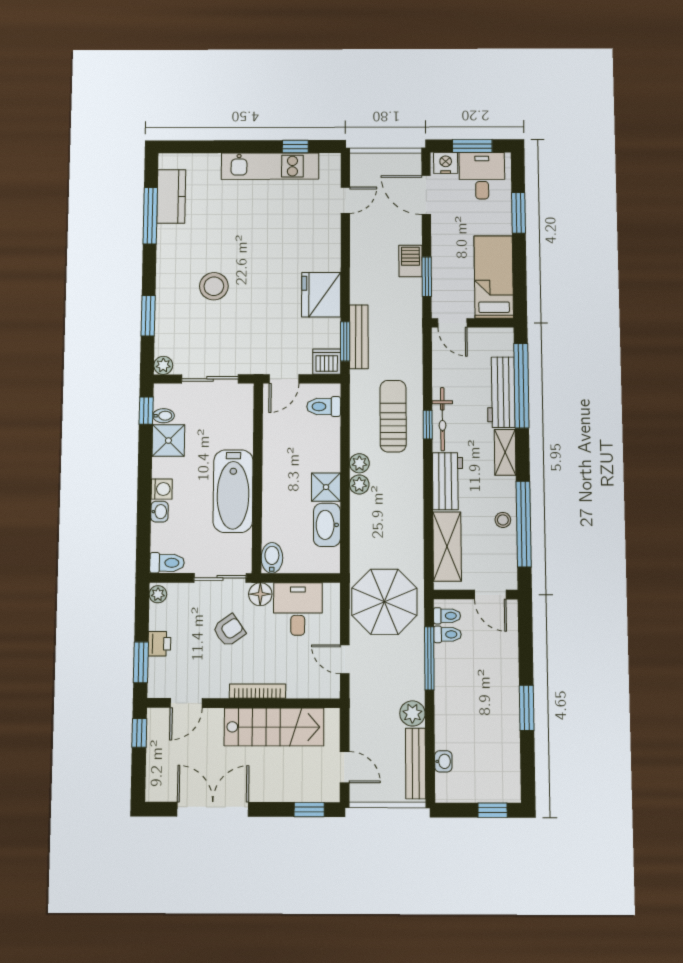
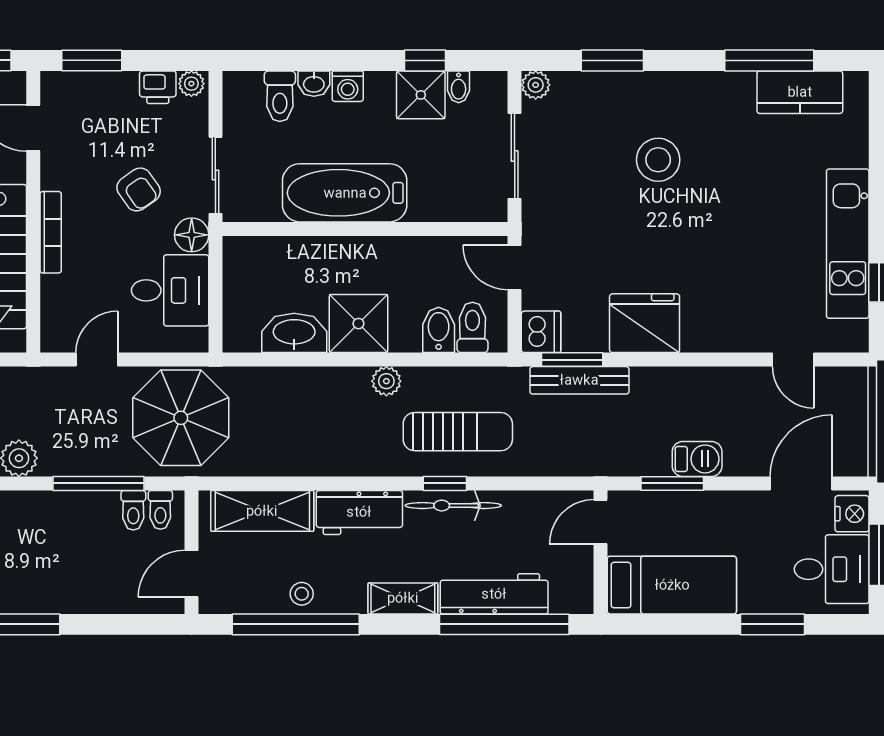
window: (146, 411) -> (425, 60), moved
plant: (359, 484) -> (355, 381), removed
shower: (326, 487) -> (358, 324), width x1.36, depth x1.36
bidet: (272, 558) -> (439, 330), moved, turned -90
toilet: (167, 563) -> (280, 96), moved
printer: (159, 644) -> (158, 87), moved

